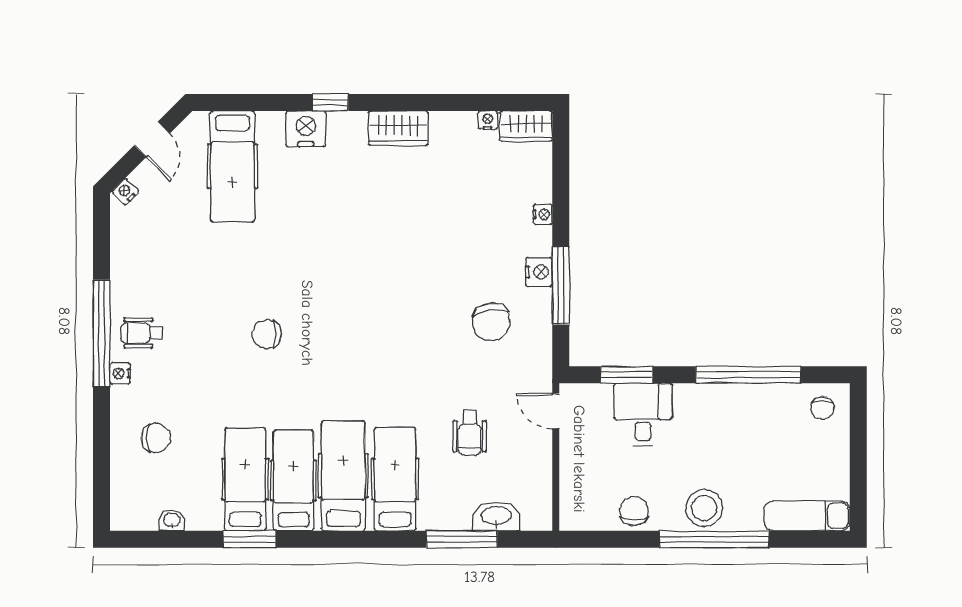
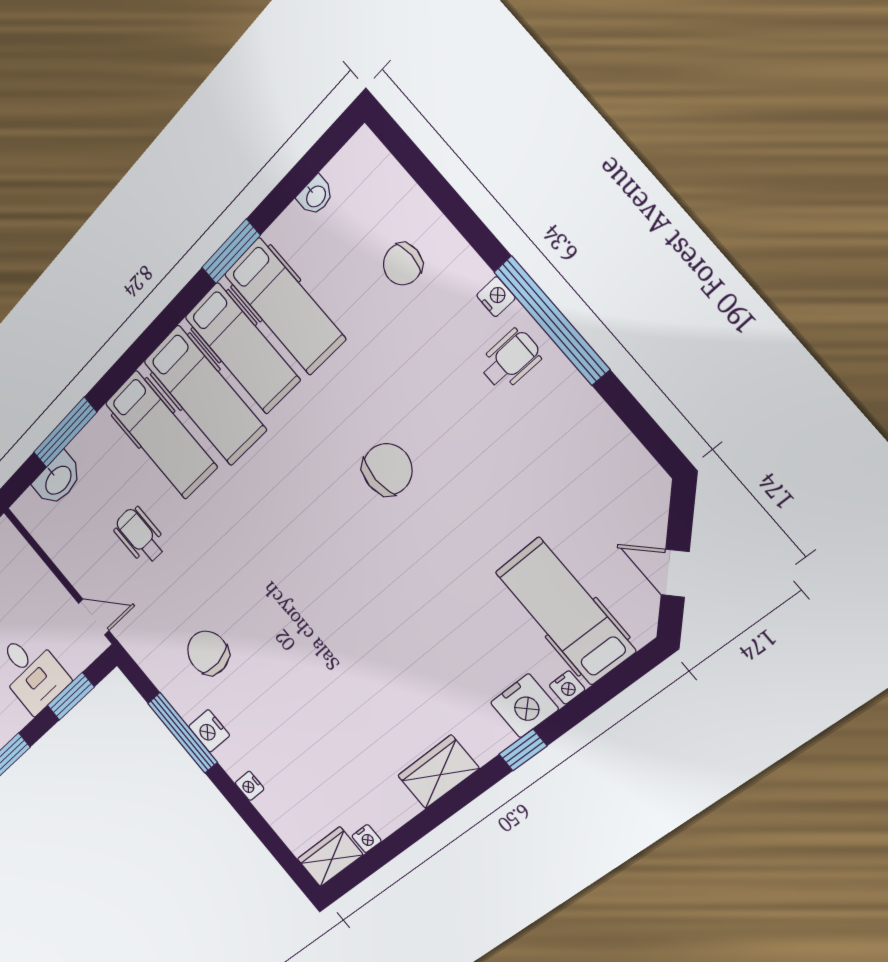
nightstand: (125, 192) -> (567, 687), moved, turned 45
chair: (267, 334) -> (387, 469), width x1.37, depth x1.37

